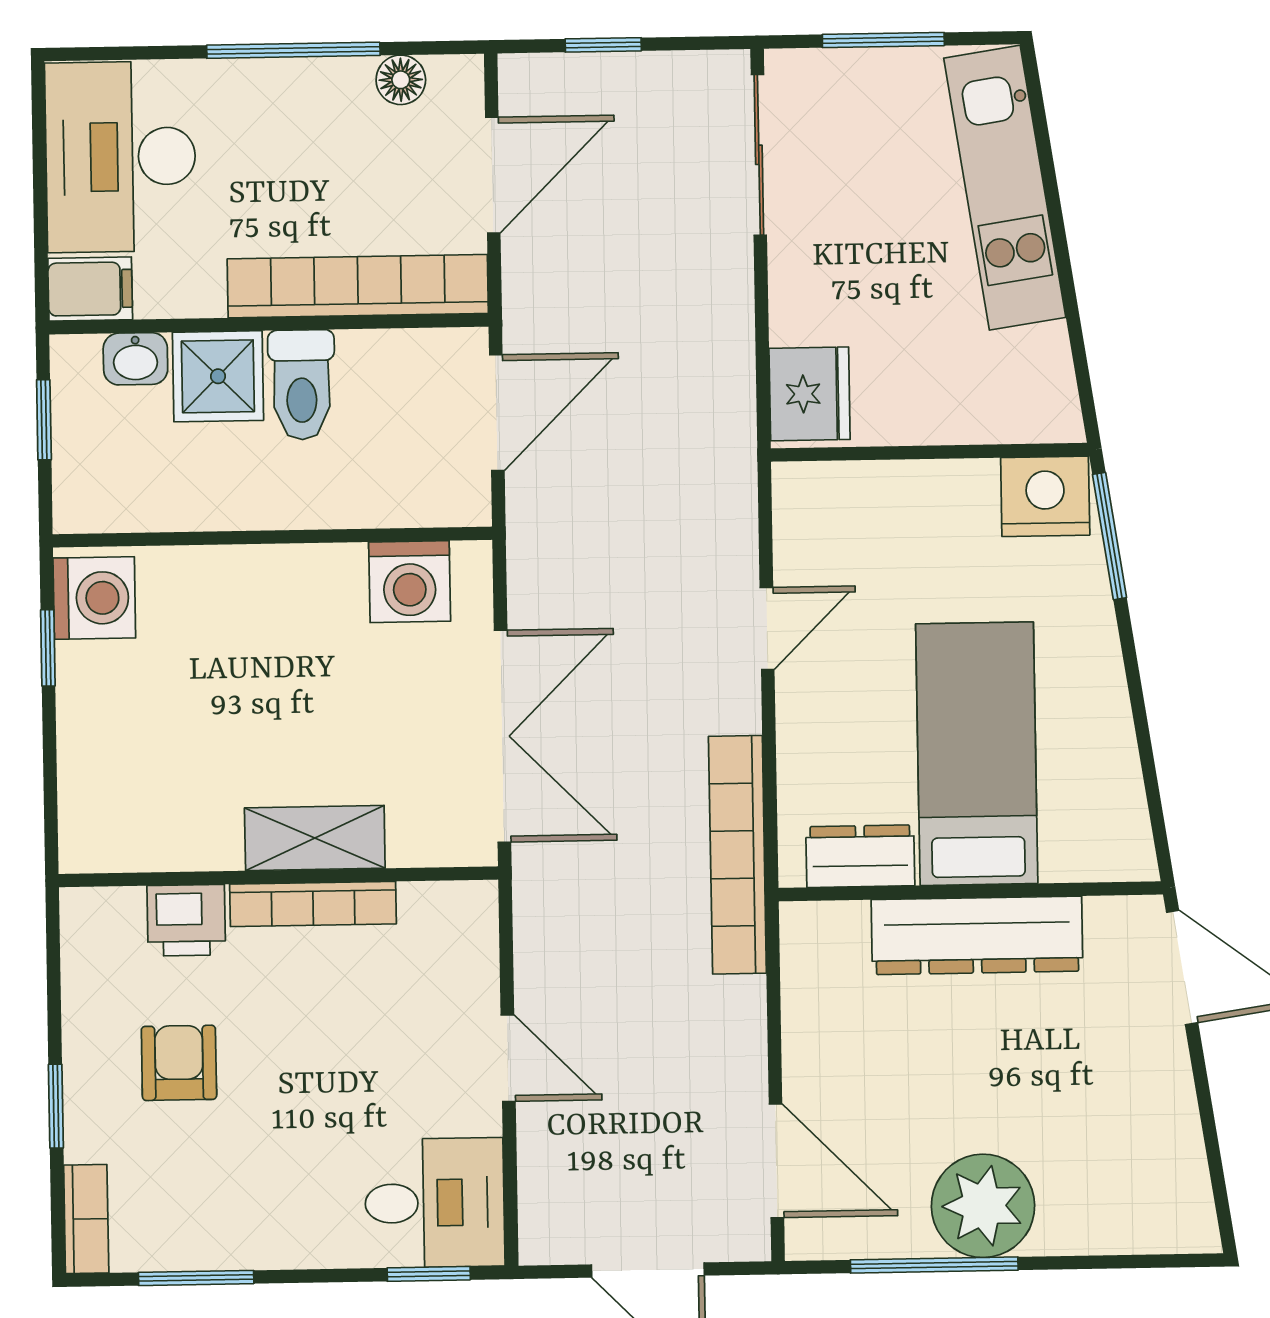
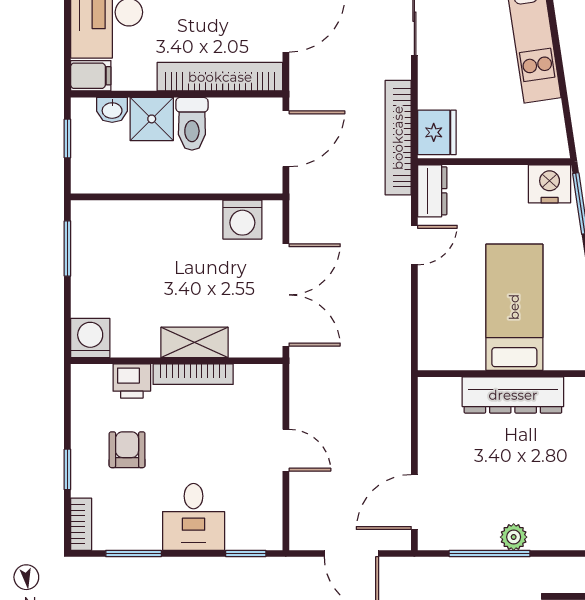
washing machine: (94, 598) -> (90, 338), moved, turned -90
window: (48, 648) -> (67, 248), width x1.50
bookcase: (737, 855) -> (398, 138), moved
dresser: (860, 856) -> (432, 191), moved, turned 90
door: (776, 1161) -> (414, 502), swing flipped
desk: (435, 1203) -> (194, 517), moved, turned 90
plant: (983, 1206) -> (514, 537), width x0.53, depth x0.53

